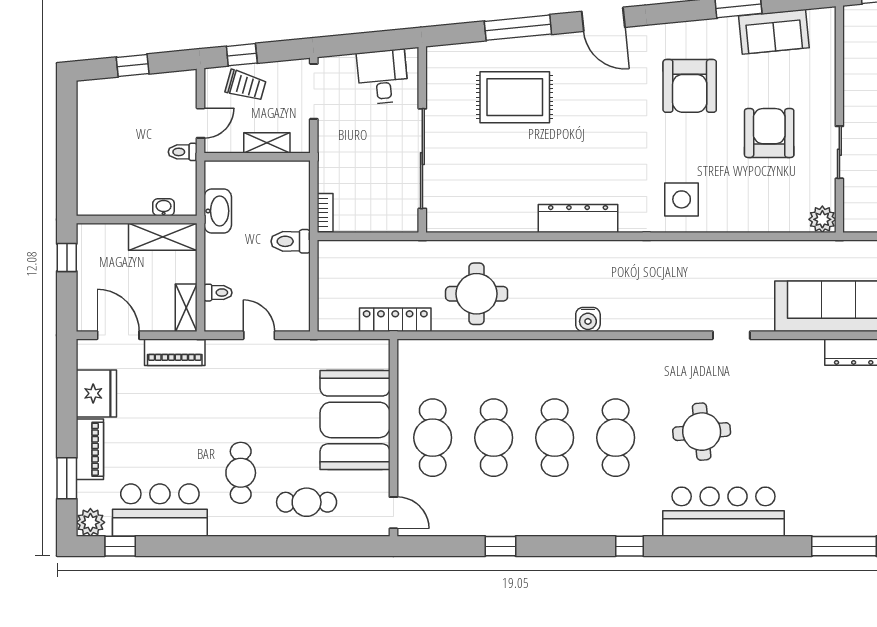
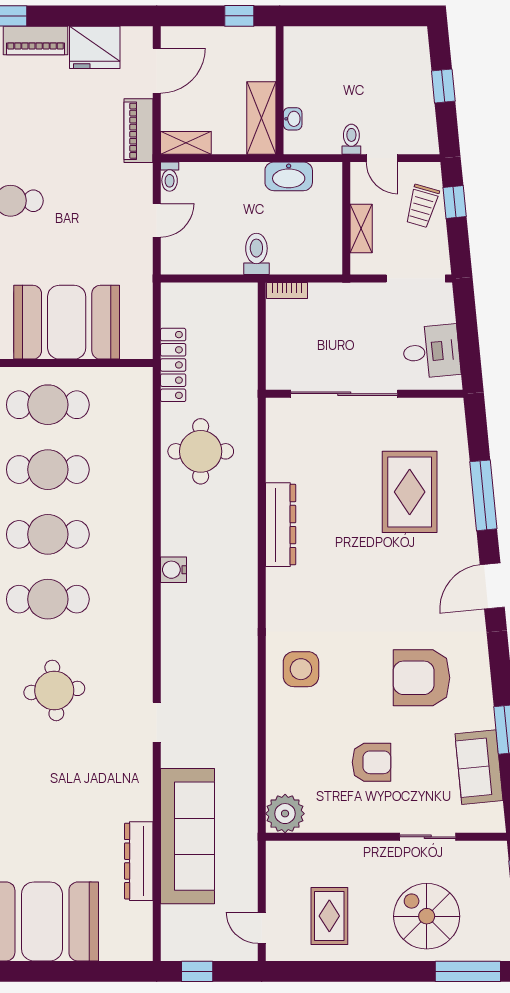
armchair: (769, 133) -> (372, 762), width x0.73, depth x0.73
sliding door: (839, 152) -> (428, 837), moved
dresser: (578, 219) -> (281, 525), moved
plant: (822, 219) -> (285, 814), width x1.36, depth x1.36
toilet: (218, 293) -> (170, 177), moved

